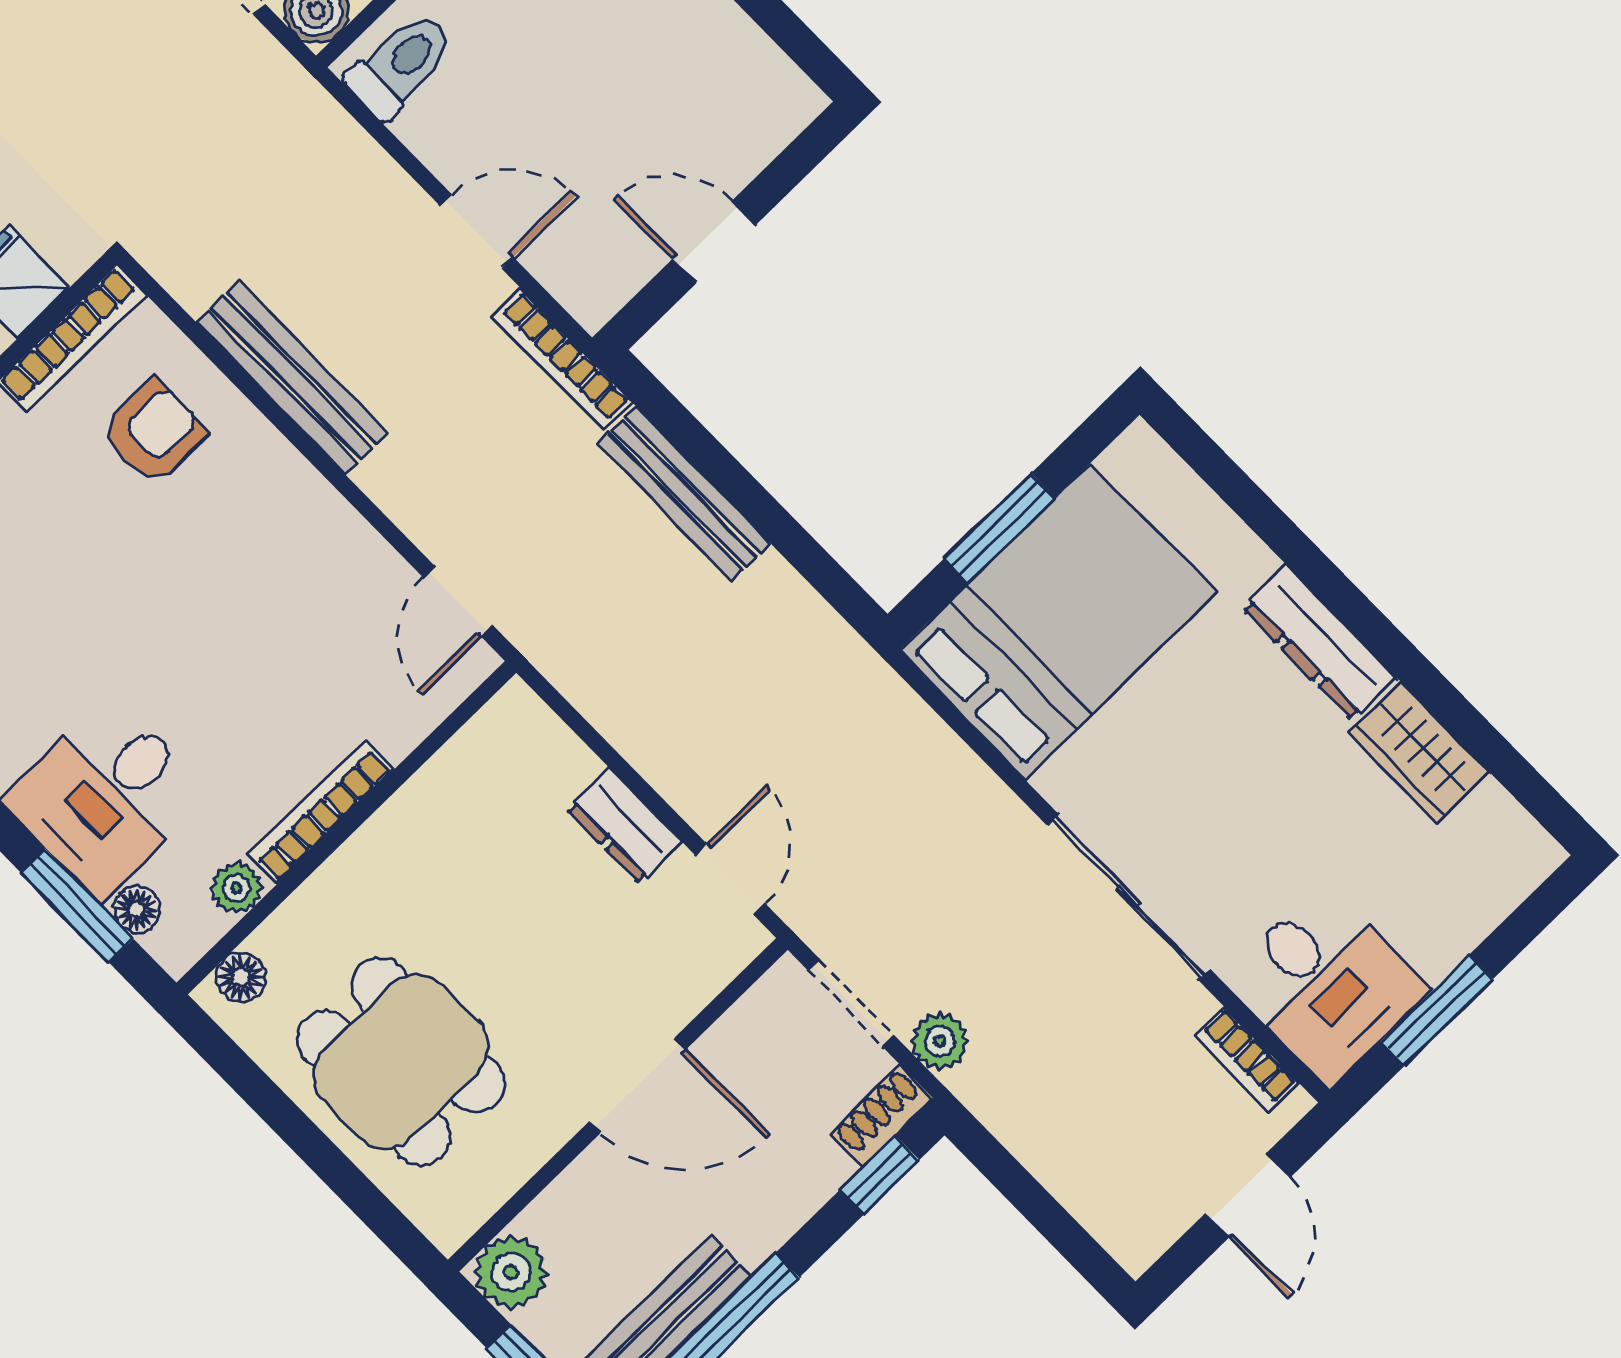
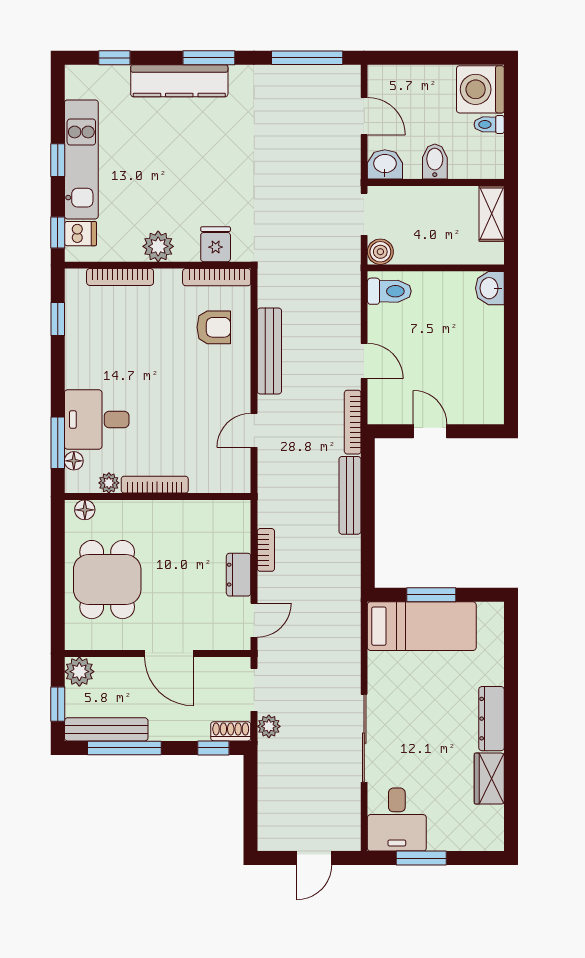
door: (458, 602) -> (254, 430), moved
bed: (1058, 622) -> (422, 626), width x0.67
bookcase: (1246, 1060) -> (266, 550), moved, turned 180

